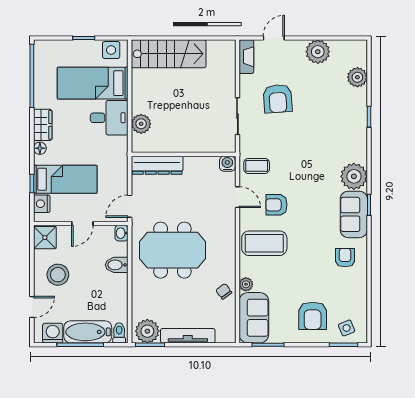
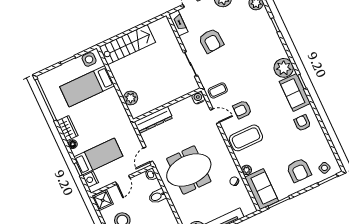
desk: (109, 118) -> (108, 104), removed

